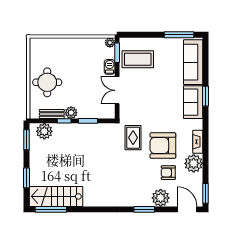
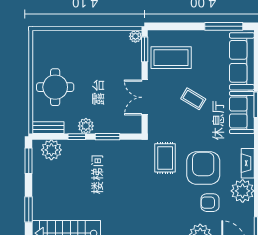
barbecue: (110, 67) -> (135, 67), removed
coffee table: (155, 91) -> (193, 99), added
bench: (52, 114) -> (48, 128), moved
armchair: (163, 145) -> (203, 168), turned 90

